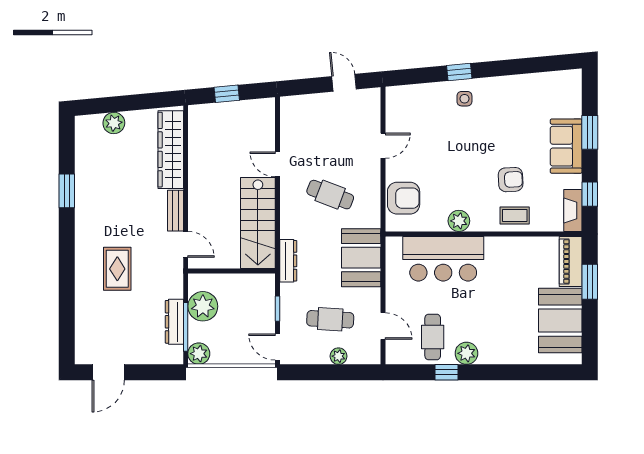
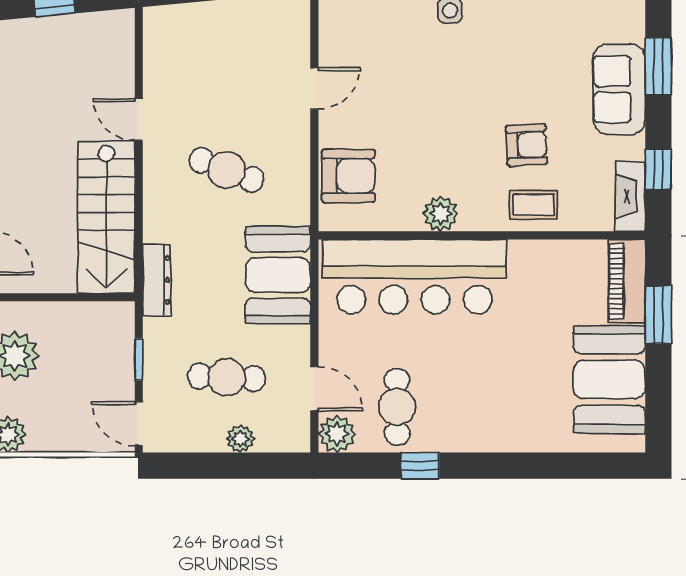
bar counter: (443, 259) -> (414, 277), width x1.36
plant: (466, 353) -> (337, 434), moved

